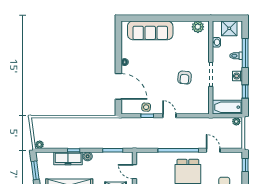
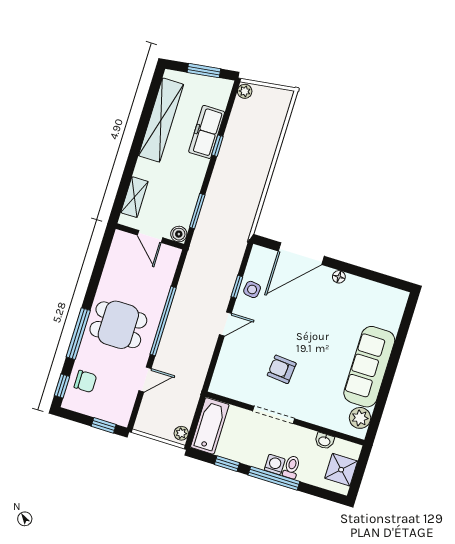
sofa: (150, 30) -> (369, 367), moved
window: (245, 53) -> (274, 478), moved
washing machine: (238, 76) -> (275, 465), moved
boiler: (88, 156) -> (179, 234), moved
door: (134, 172) -> (150, 236), swing flipped

